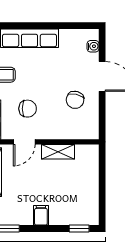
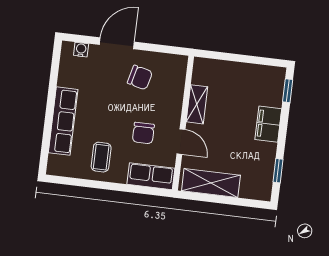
chair: (28, 109) -> (143, 133), turned 180
filing cabinet: (41, 215) -> (268, 124), width x2.00

